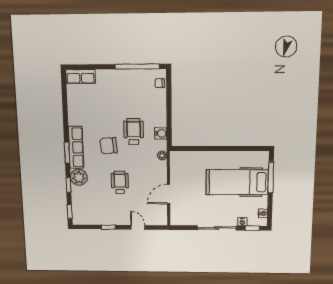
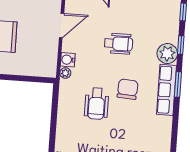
water cooler: (161, 133) -> (68, 60), moved
chair: (109, 146) -> (128, 89), turned -82
wheelchair: (120, 183) -> (119, 44), turned -90

